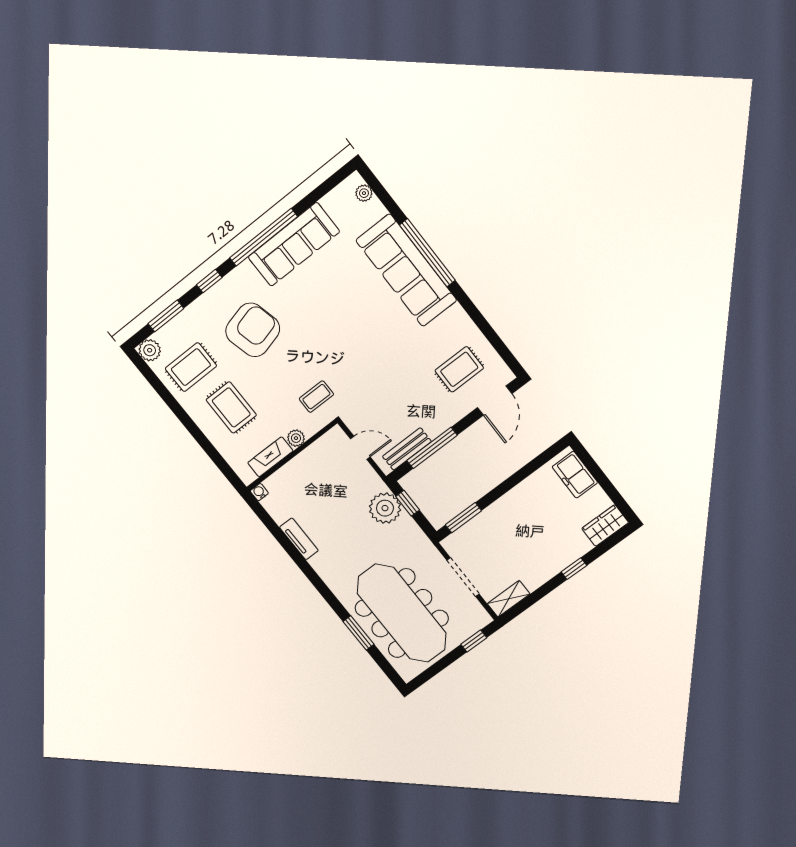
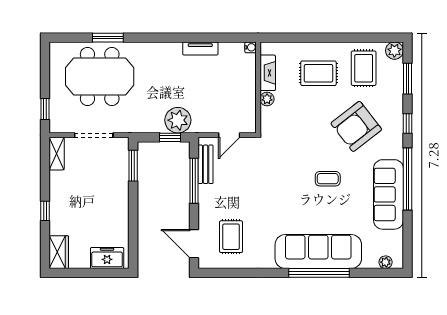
armchair: (253, 330) -> (356, 126), turned 66
coffee table: (316, 397) -> (328, 179), moved, turned 90
meeting table: (402, 613) -> (100, 76), width x0.73

